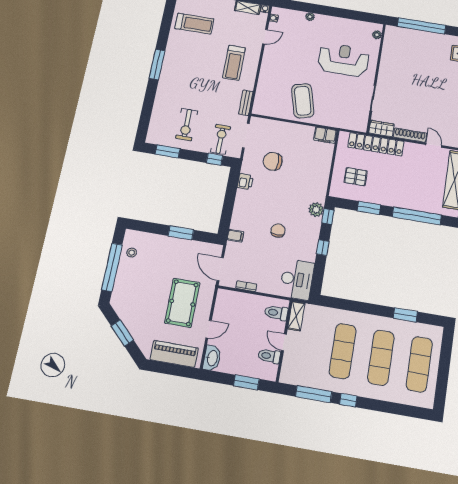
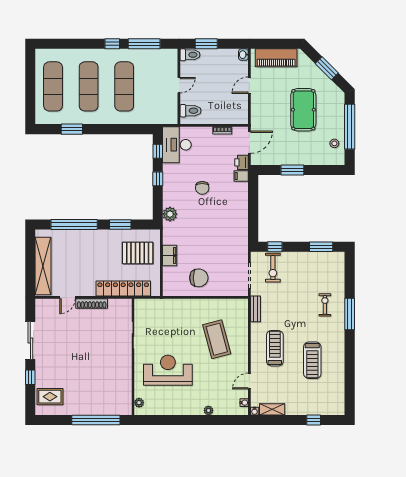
treadmill: (194, 24) -> (312, 360), moved, turned -90
reception desk: (343, 60) -> (168, 370), turned 180
window: (157, 64) -> (350, 314), moved
coffee table: (303, 101) -> (217, 339), moved
exercise bike: (187, 125) -> (325, 305), moved, width x0.73, depth x0.72
wardrobe: (381, 129) -> (120, 305), removed
filing cabinet: (325, 135) -> (170, 255), moved, turned 90
door: (434, 145) -> (67, 297), hinge flipped
chair: (273, 161) -> (199, 278), moved
pallet: (356, 177) -> (138, 253), width x1.50, depth x1.42
printer: (245, 182) -> (242, 162), moved
window: (328, 216) -> (158, 151), moved
door: (220, 269) -> (249, 142), hinge flipped
pool table: (182, 303) -> (303, 110), moved
shelving: (296, 316) -> (172, 111), removed
door: (284, 342) -> (179, 85), hinge flipped
toilet: (269, 356) -> (190, 55), moved
washbasin: (212, 358) -> (243, 55), width x0.52, depth x0.69

